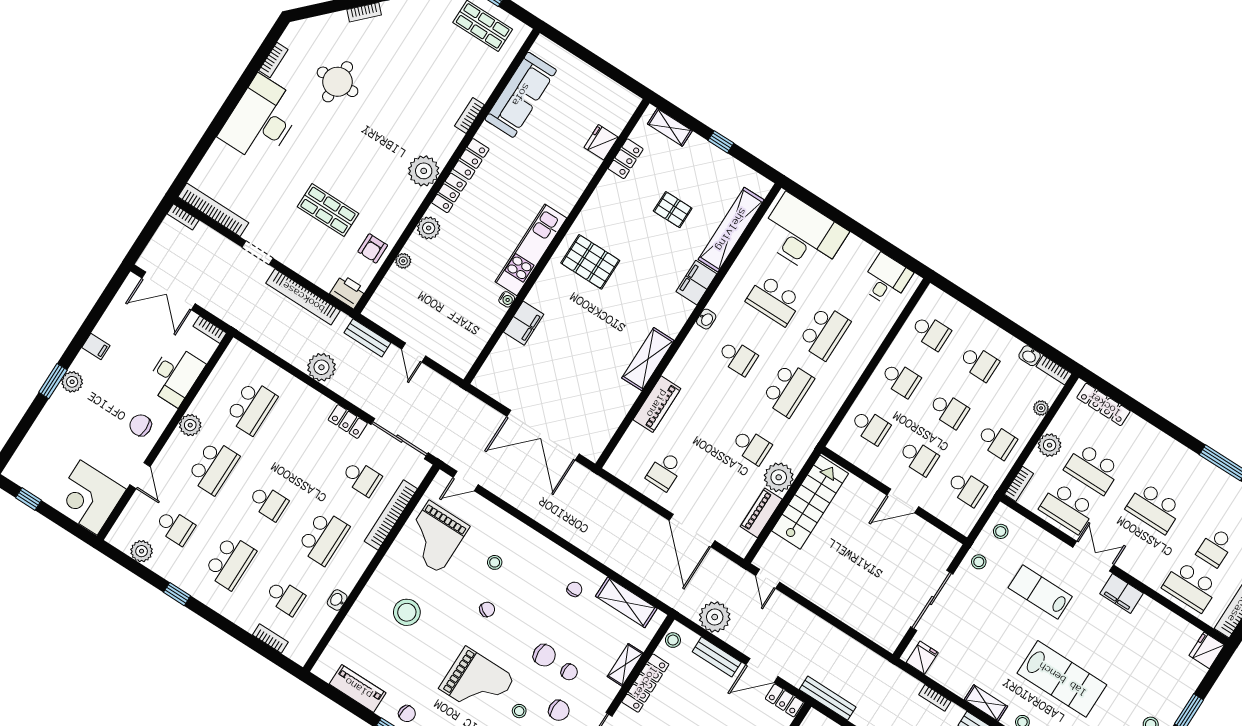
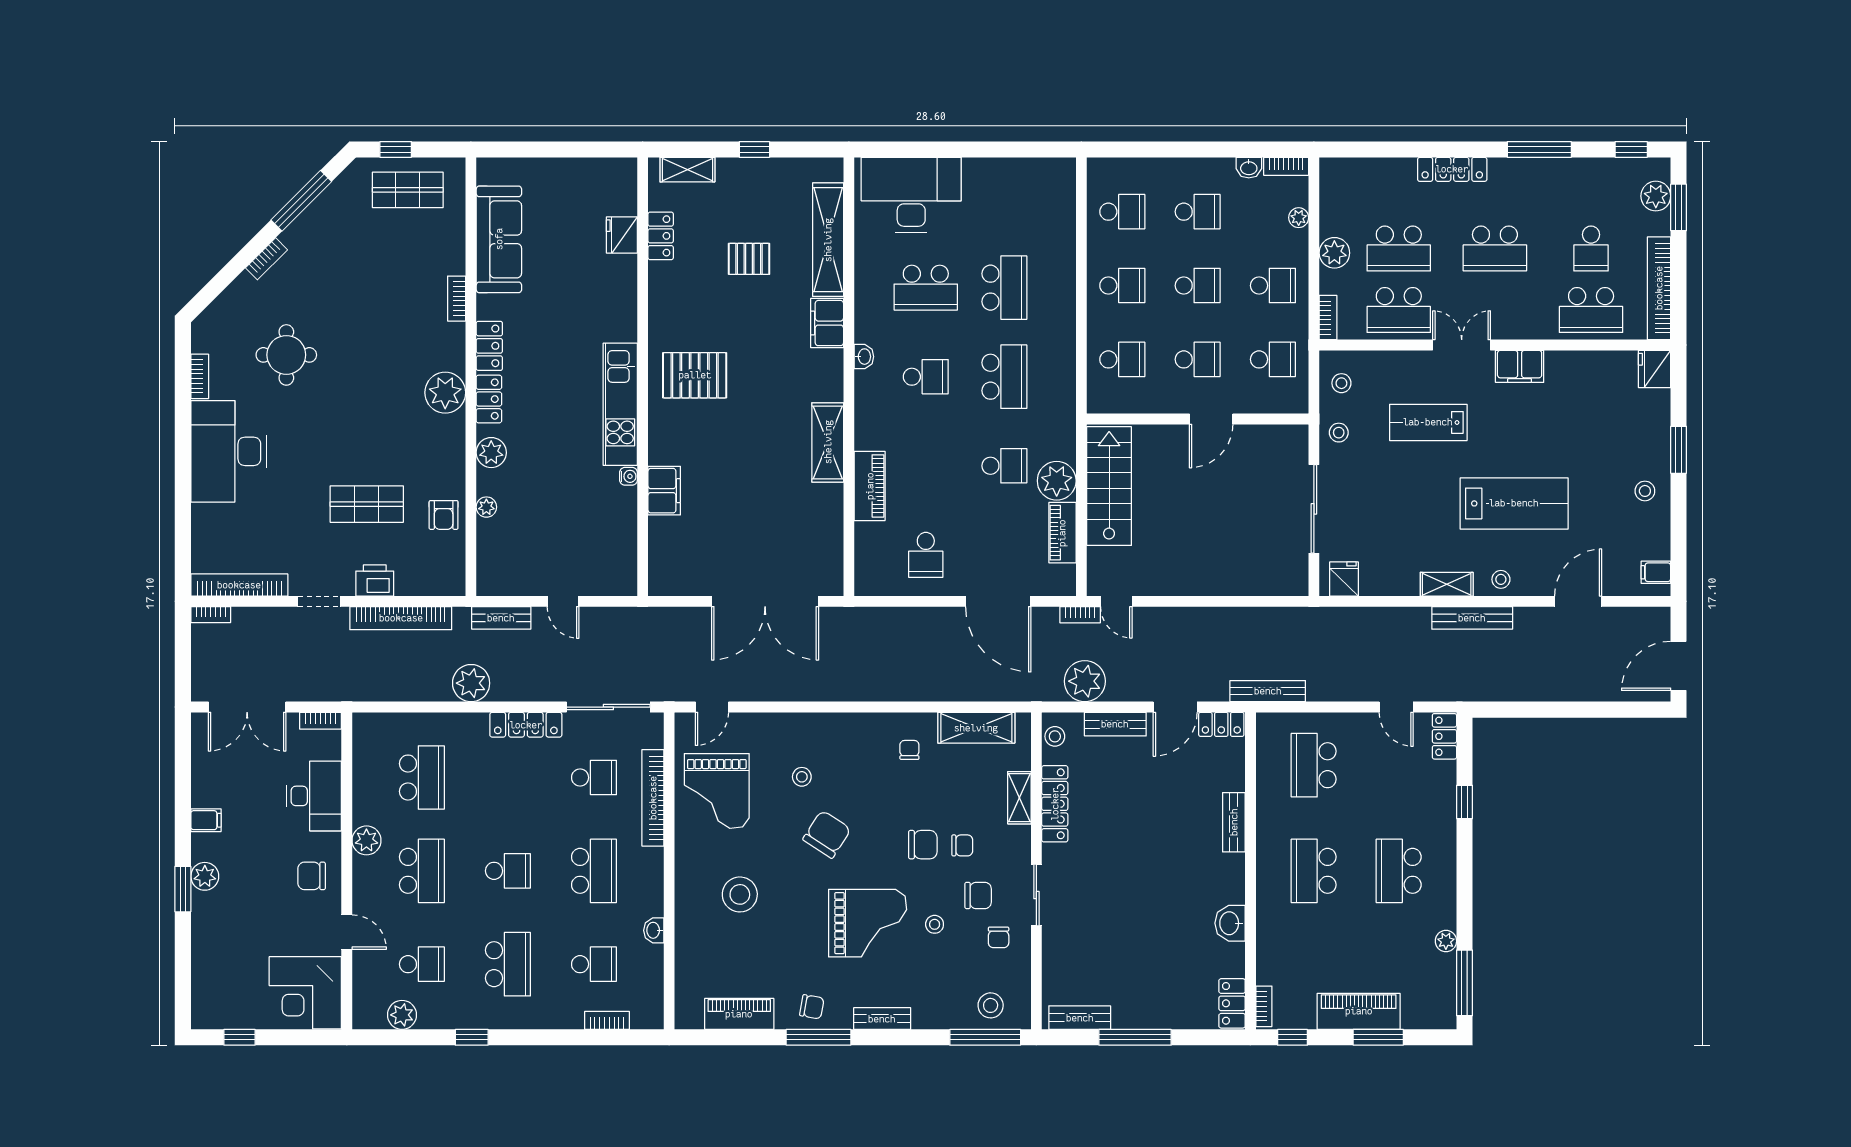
desk: (886, 280) -> (1036, 185), removed
printer: (348, 292) -> (375, 580), moved
locker: (1104, 404) -> (1452, 169), moved
locker: (348, 421) -> (526, 725), width x1.53
chair: (487, 609) -> (827, 834), width x1.87, depth x1.87
bookcase: (935, 698) -> (1080, 615), moved

